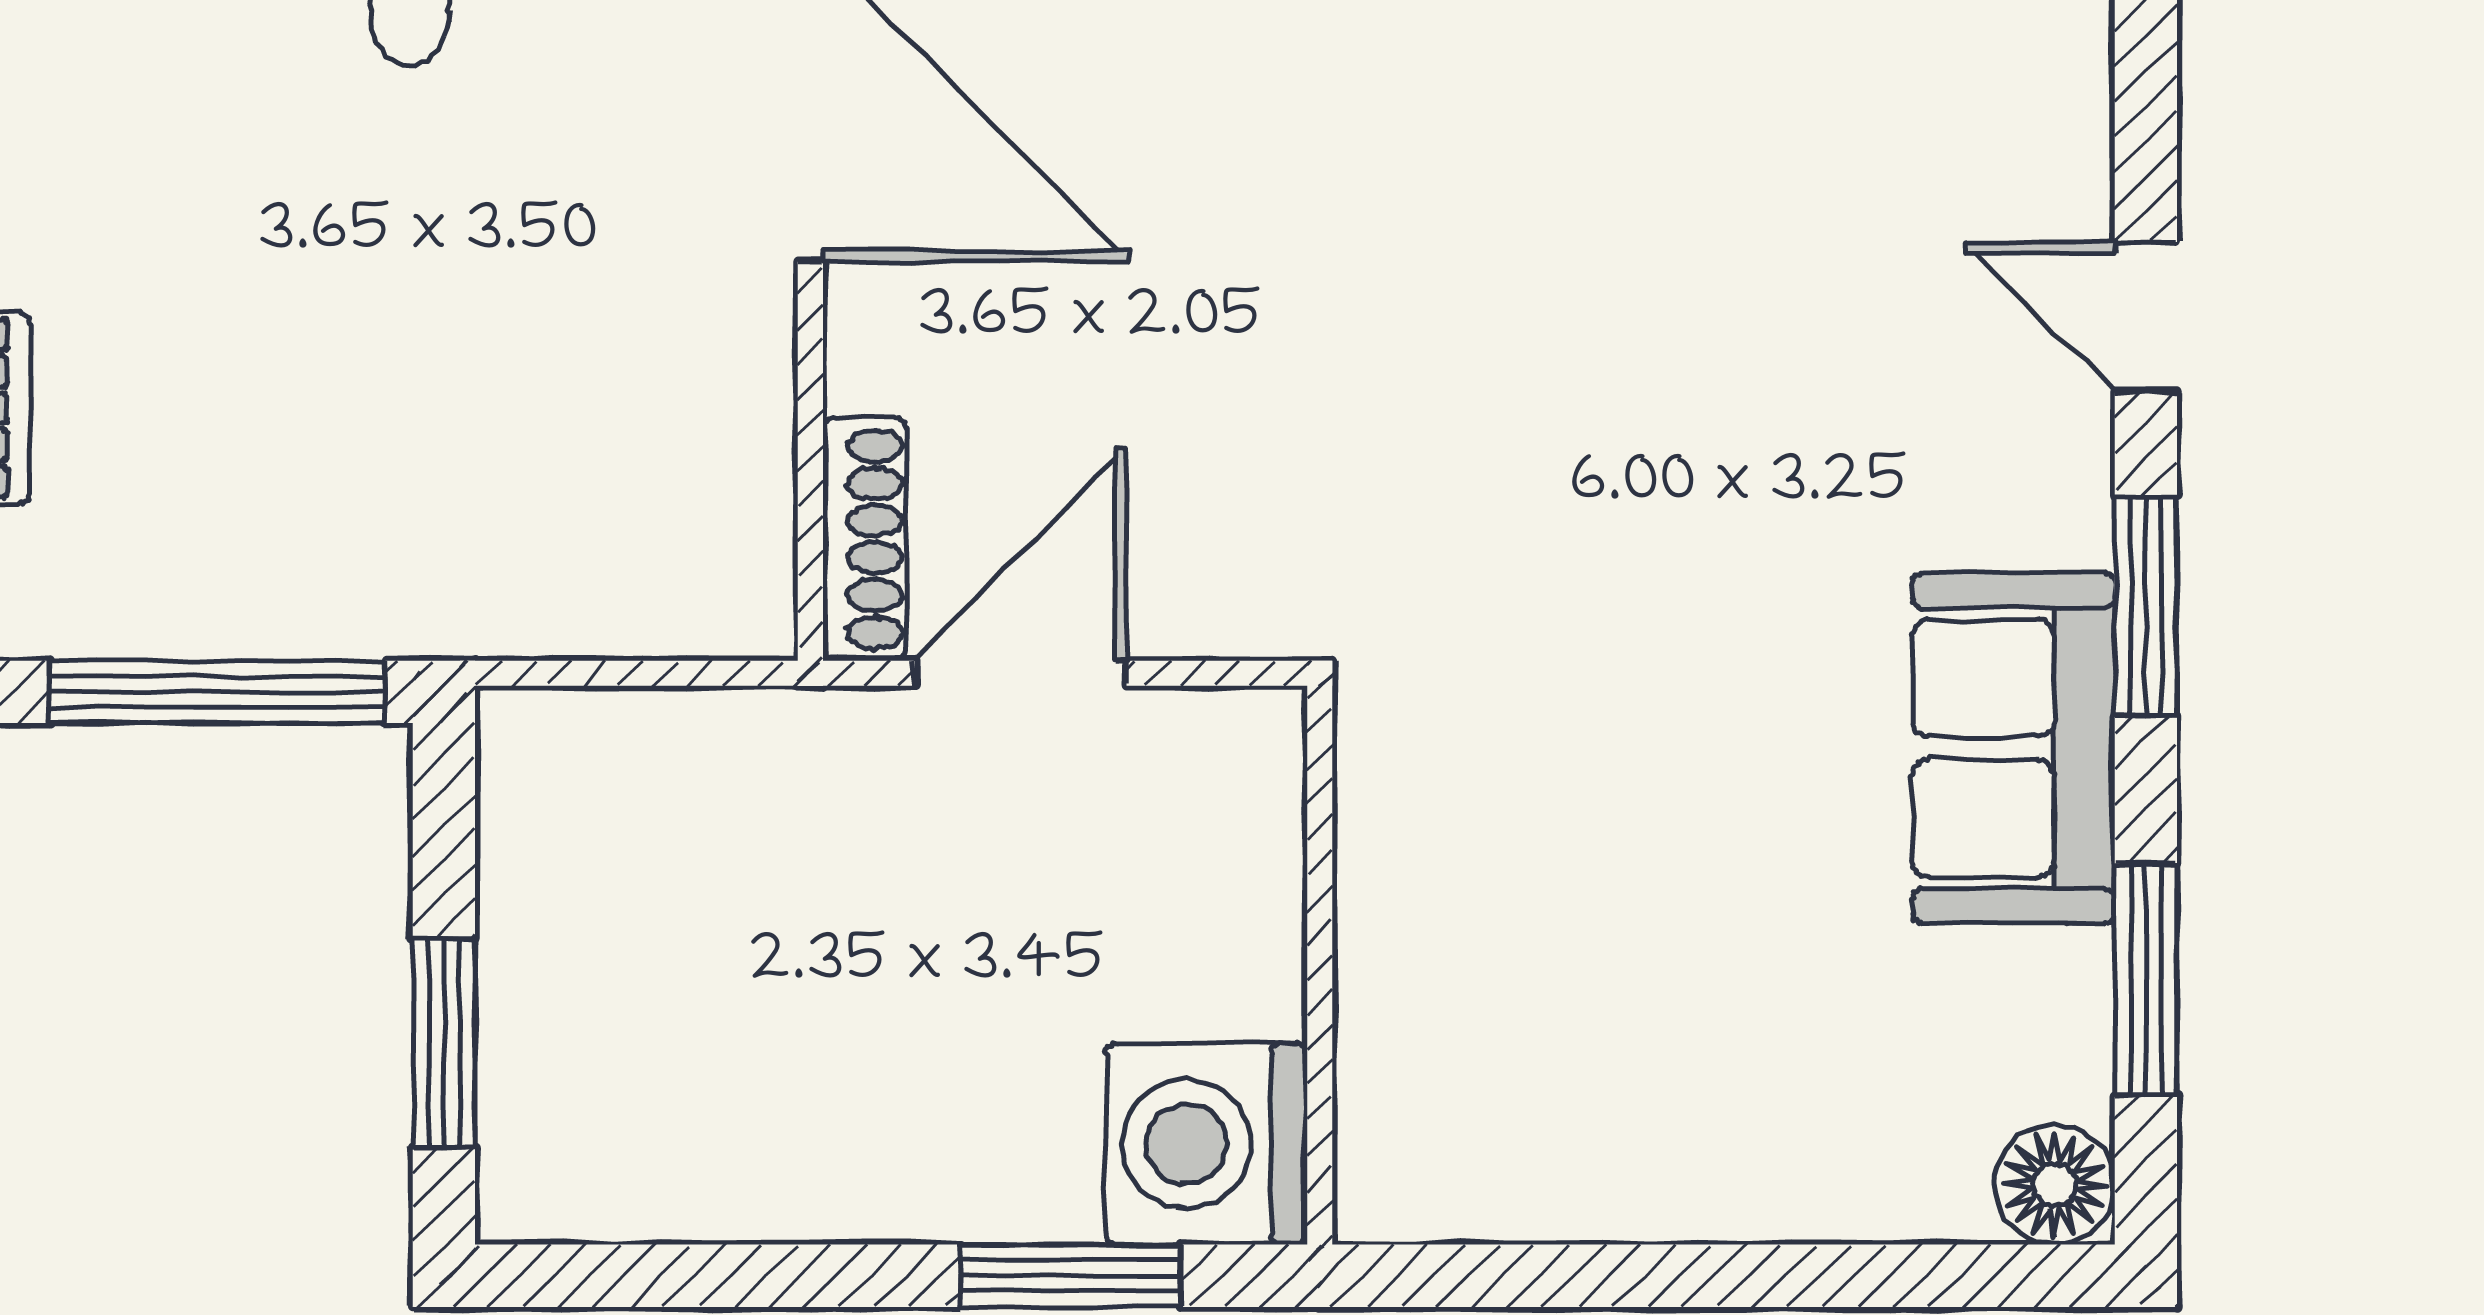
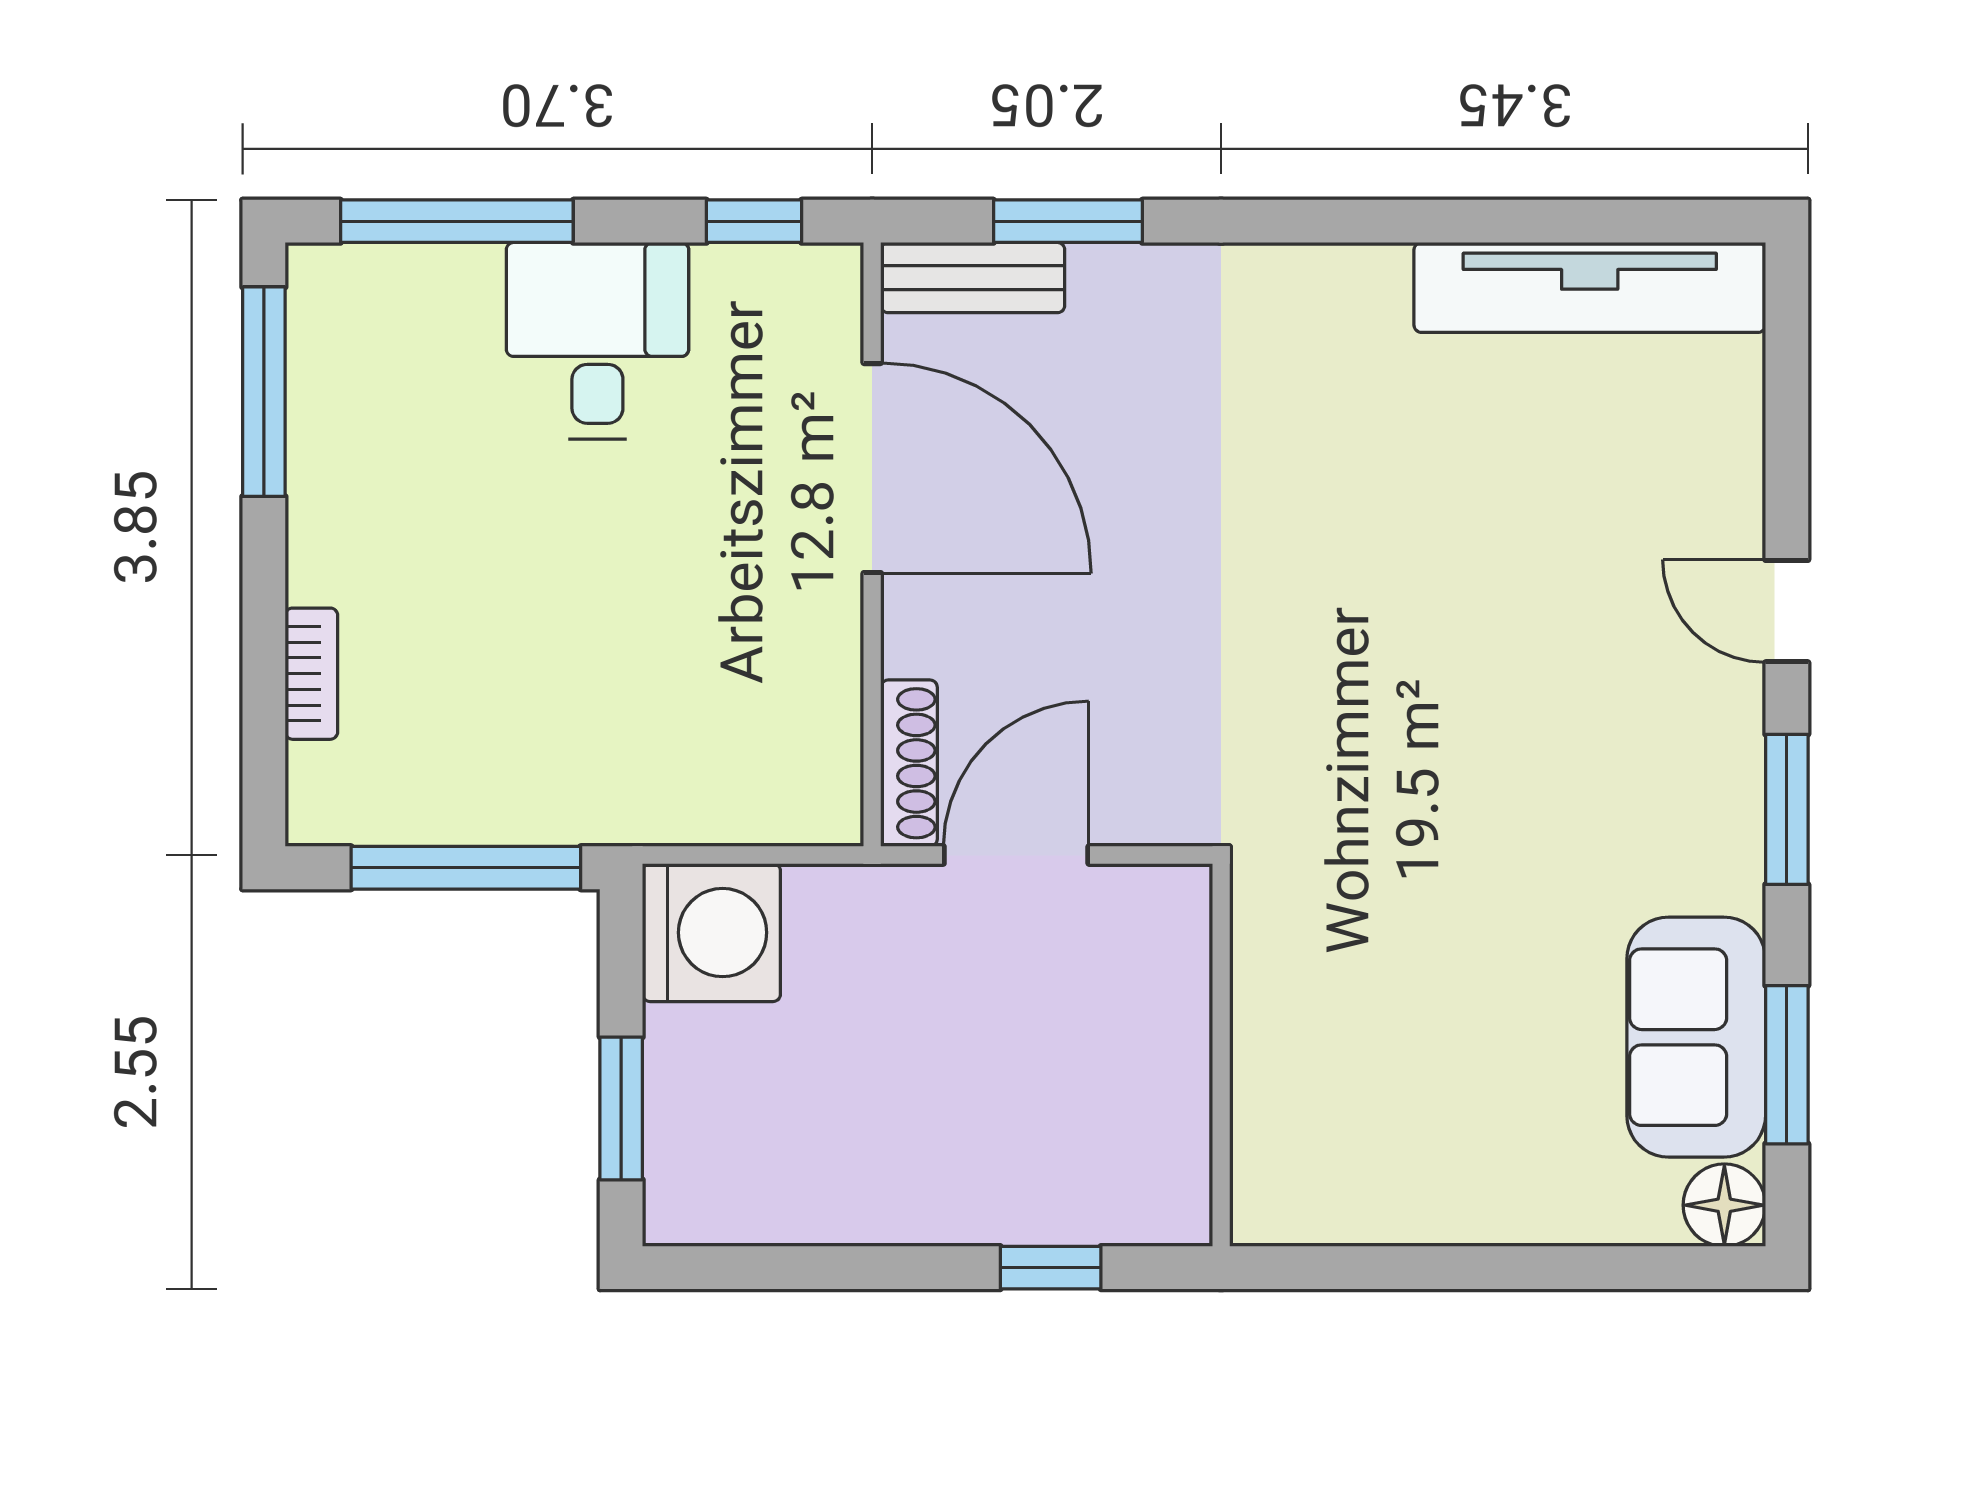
sofa: (2014, 748) -> (1696, 1037), moved
washing machine: (1207, 1144) -> (711, 933), moved, turned 180
window: (1071, 1276) -> (1051, 1268), width x0.67

